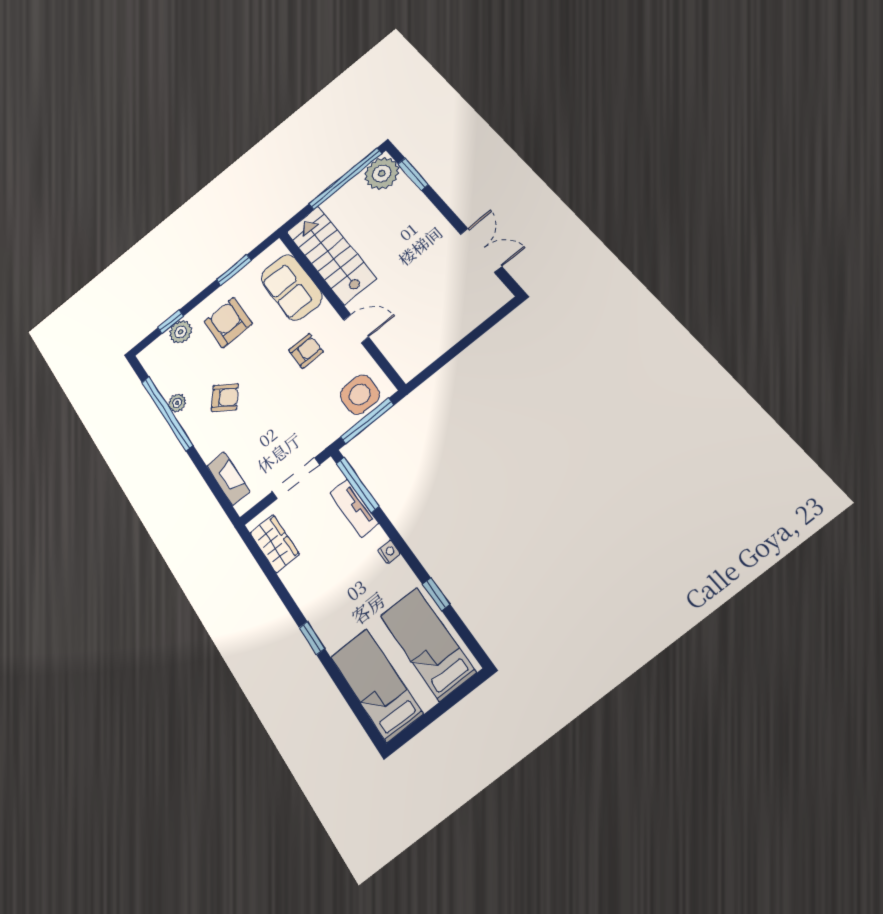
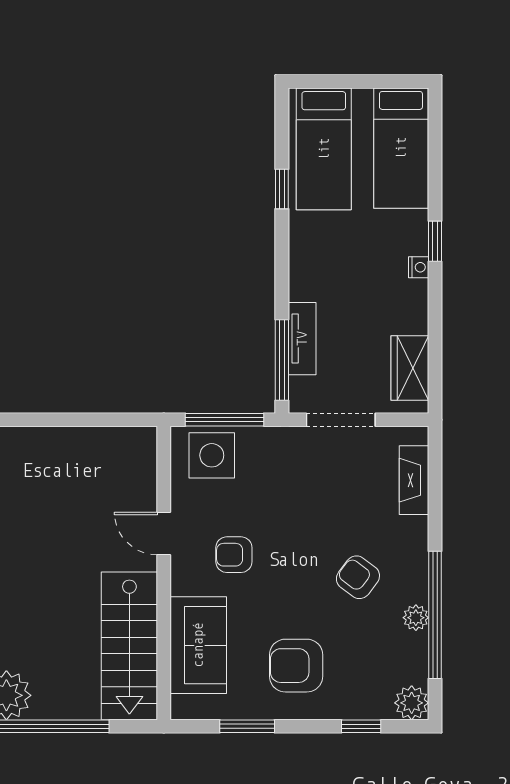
armchair: (228, 323) -> (296, 666), turned 90
plant: (181, 332) -> (412, 703), moved
nightstand: (389, 552) -> (419, 267), moved, turned 180

